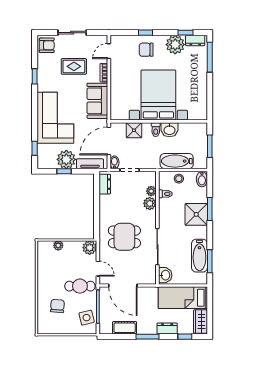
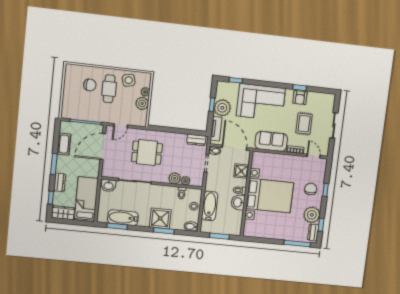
armchair: (47, 45) -> (300, 98), moved
dining table: (124, 237) -> (147, 153), turned 90
plant: (90, 248) -> (142, 103), moved
cafe table: (80, 286) -> (109, 89), moved
side table: (87, 318) -> (129, 80), moved

